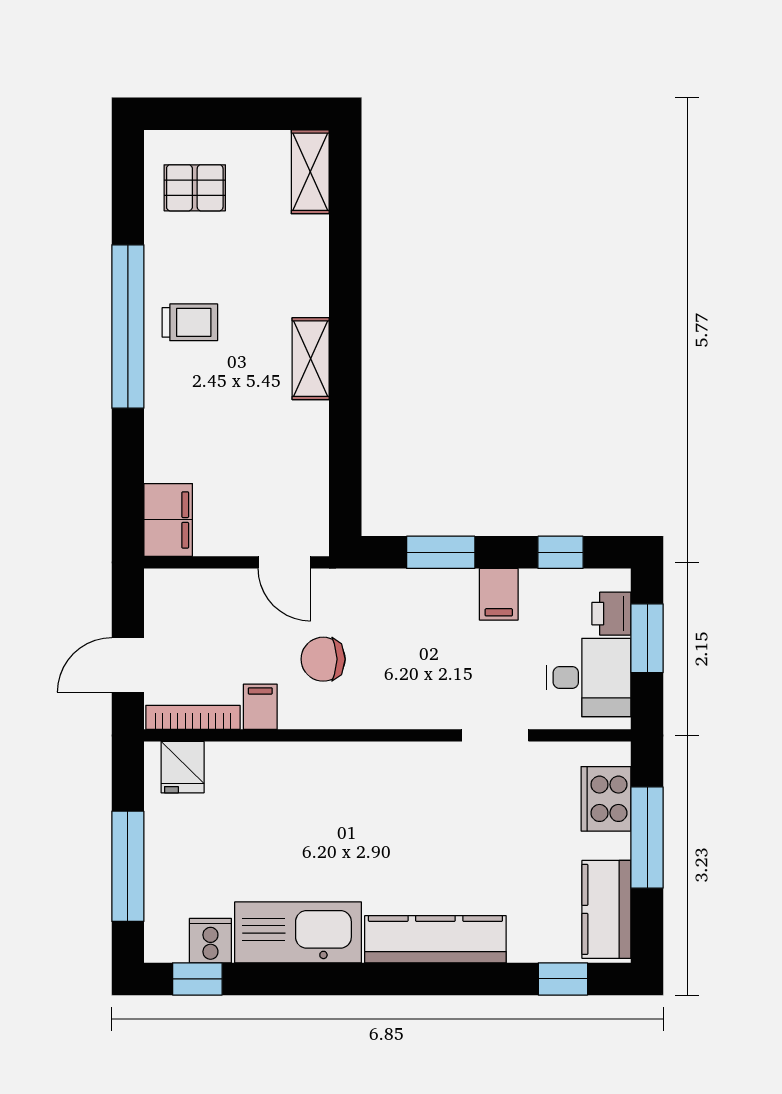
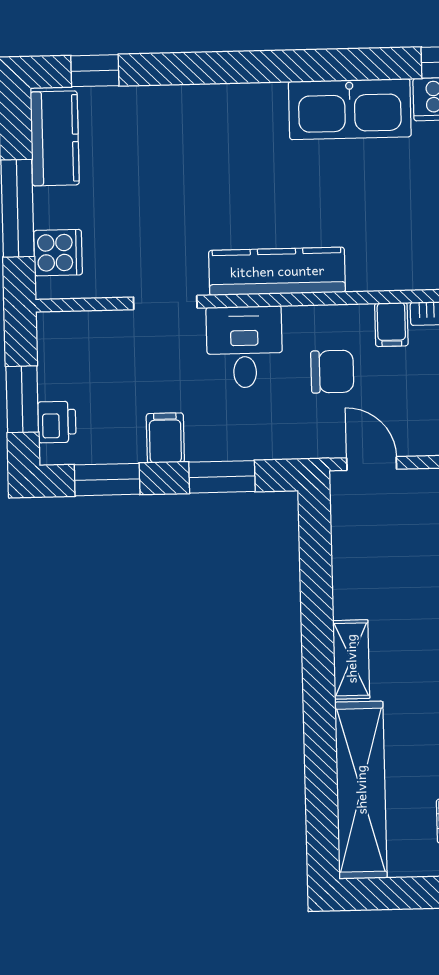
shelving: (310, 172) -> (361, 790), width x2.20, depth x1.33
window: (560, 552) -> (107, 480), width x1.50
desk: (589, 677) -> (244, 347), moved, turned 90
cooker: (606, 799) -> (58, 253), width x0.73
kitchen counter: (435, 939) -> (277, 271), moved, turned 180

